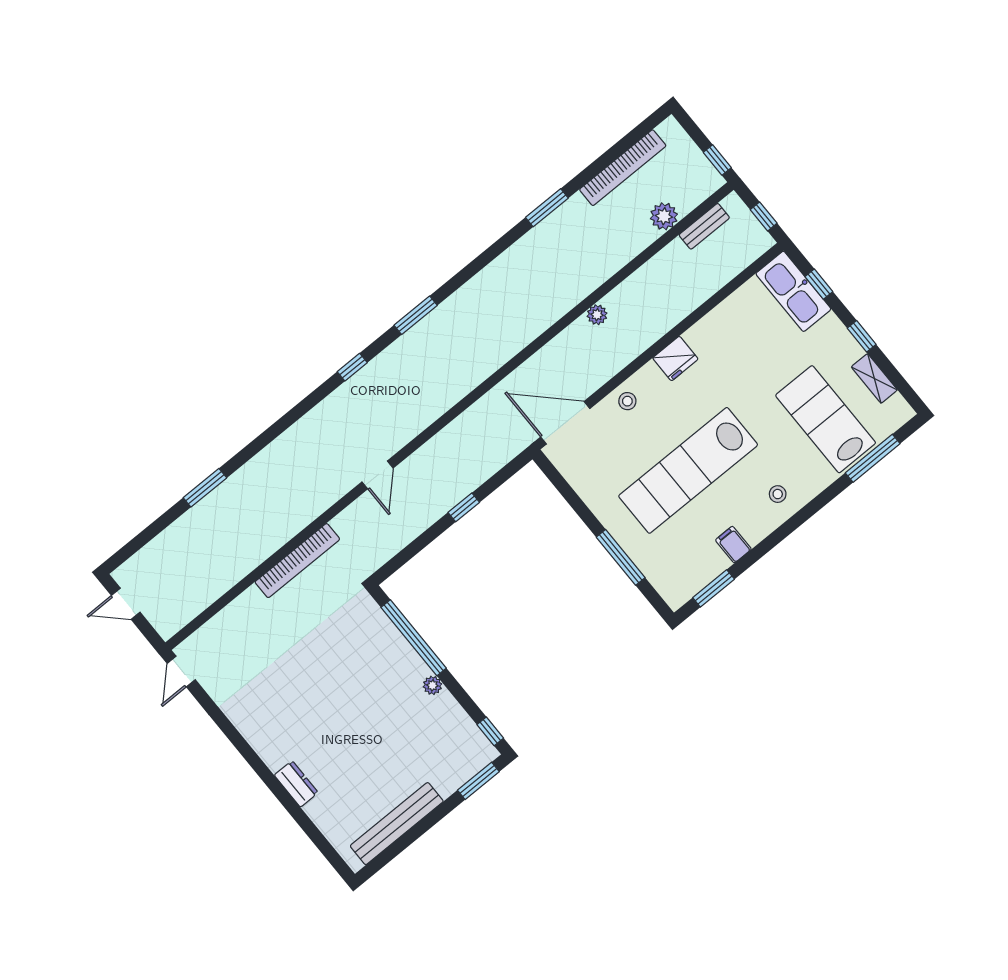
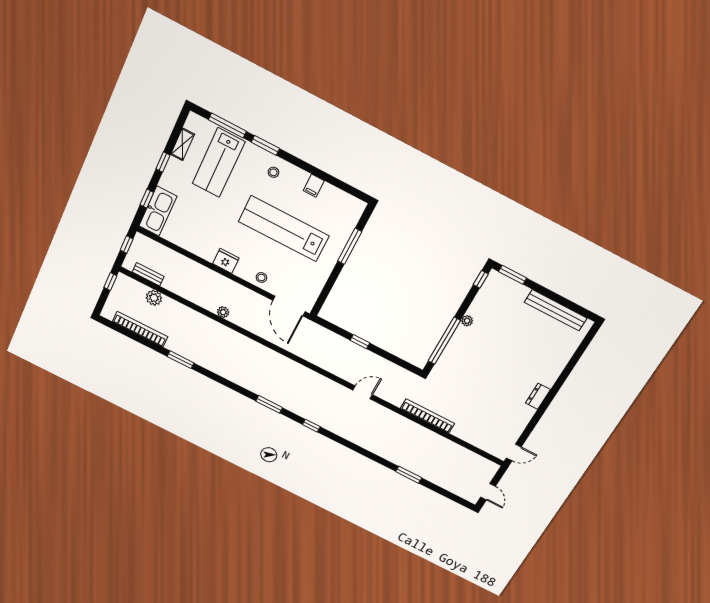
lab bench: (688, 470) -> (284, 229), turned 180
window: (714, 588) -> (265, 145), moved
dresser: (296, 784) -> (538, 396), moved

